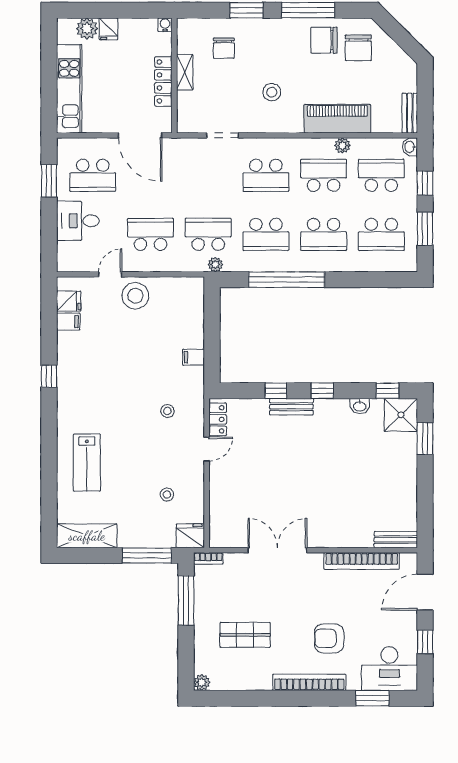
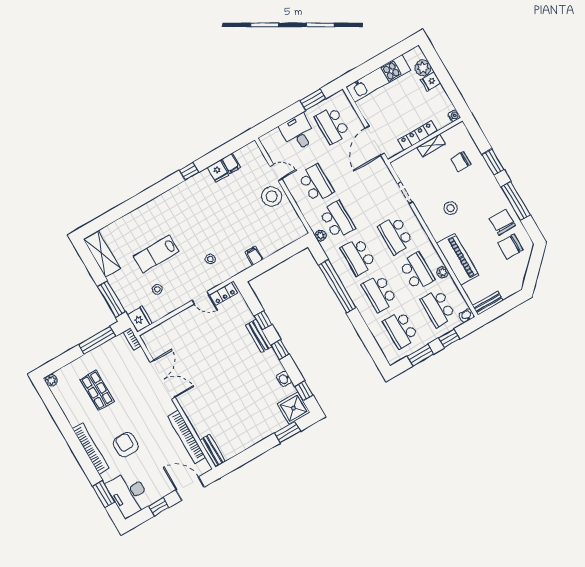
school desk: (381, 175) -> (438, 308), turned 180
fridge: (69, 301) -> (218, 171), moved
lab bench: (87, 463) -> (156, 254), moved

